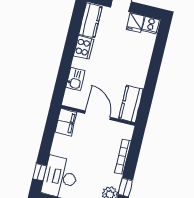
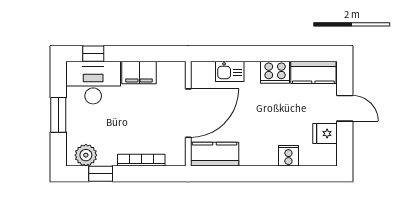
cooker: (151, 25) -> (288, 156), moved, turned 90
door: (98, 115) -> (188, 113), width x1.36
filing cabinet: (66, 122) -> (139, 72), moved

